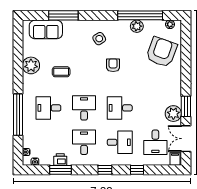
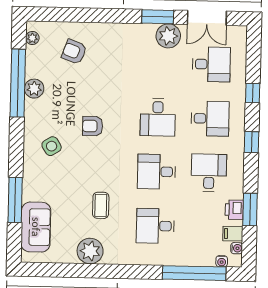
armchair: (162, 52) -> (74, 52), width x0.53, depth x0.53
desk: (48, 108) -> (155, 226), turned 90
window: (18, 115) -> (194, 273), moved
desk: (84, 142) -> (209, 173), turned 90
desk: (120, 142) -> (210, 119), turned 90
filing cabinet: (175, 159) -> (233, 234), moved

